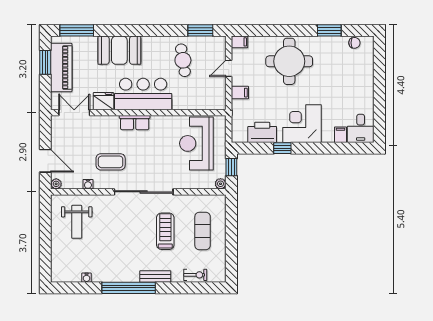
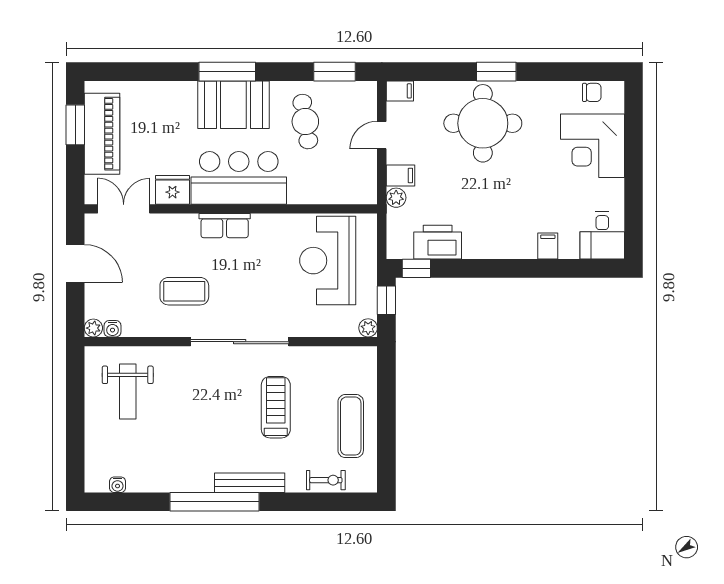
window: (77, 30) -> (227, 72), moved
window: (329, 30) -> (496, 72), moved
booth: (119, 50) -> (233, 105), moved
plant: (237, 106) -> (396, 198), added
corner desk: (302, 124) -> (592, 146), moved, turned -90
filing cabinet: (340, 135) -> (548, 246), moved
window: (282, 148) -> (416, 268), moved
door: (45, 161) -> (75, 263), moved
water cooler: (88, 184) -> (112, 329), moved
exercise mat: (203, 231) -> (351, 426), moved
bench: (155, 276) -> (250, 483), width x1.36
water cooler: (87, 278) -> (118, 485), moved

